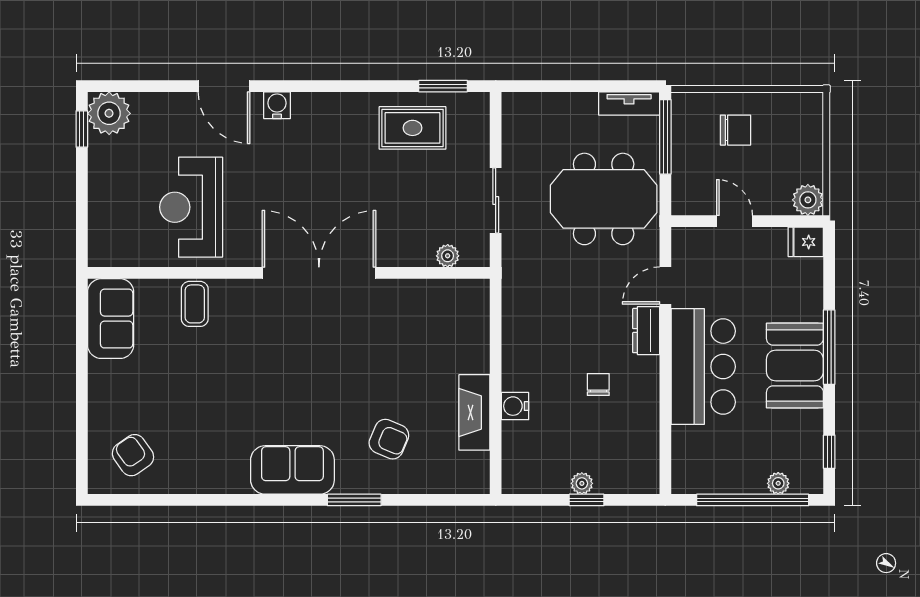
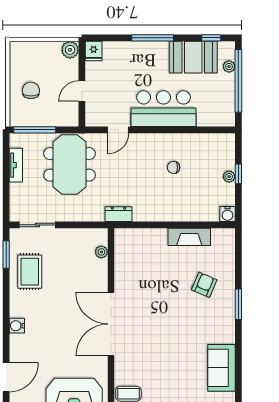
tv unit: (629, 103) -> (16, 165), moved
water cooler: (277, 105) -> (17, 326), moved
sliding door: (496, 200) -> (37, 225), moved
door: (665, 286) -> (118, 130), hinge flipped
dresser: (646, 331) -> (119, 214), moved, turned 180
booth: (795, 365) -> (193, 57), moved
water cooler: (515, 406) -> (227, 214), moved
sofa: (292, 470) -> (222, 368), moved

